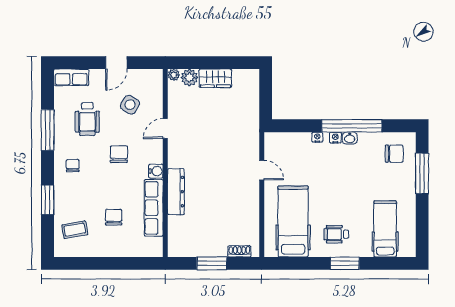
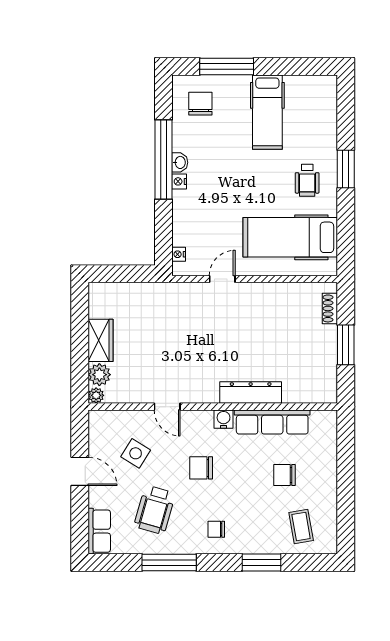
wheelchair: (87, 119) -> (155, 510), turned 106
nightstand: (317, 137) -> (179, 254), moved
hospital bed: (385, 229) -> (267, 112), moved, turned -90

